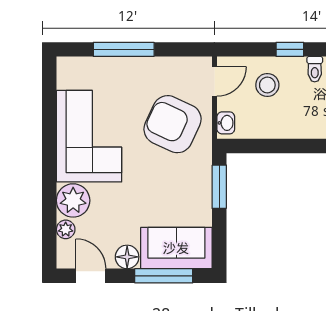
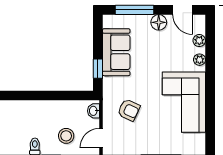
armchair: (173, 124) -> (129, 110), width x0.53, depth x0.53
window: (219, 187) -> (98, 69), width x0.67
plant: (73, 200) -> (200, 60), width x0.53, depth x0.53
sofa: (176, 248) -> (116, 52), moved, turned -90

